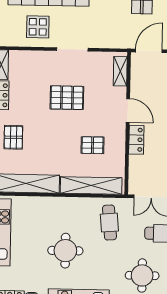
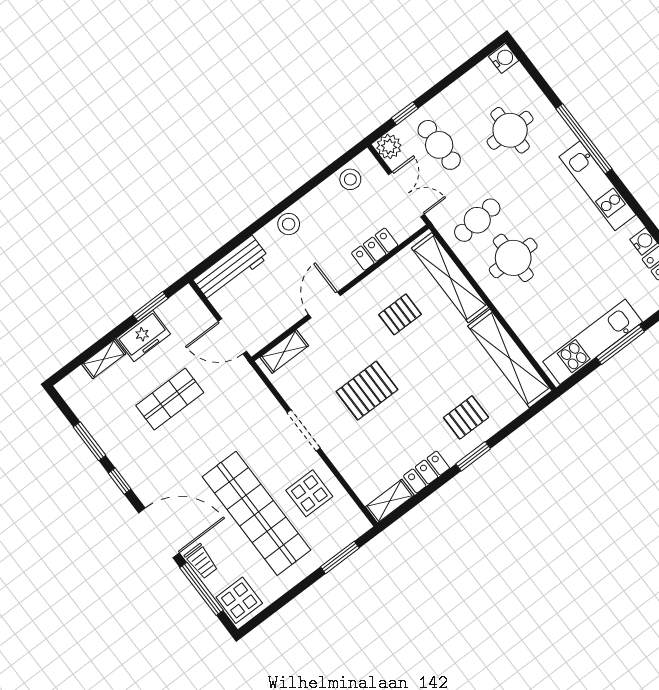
pallet: (67, 98) -> (367, 391), turned 90
locker: (136, 140) -> (375, 249), moved
pallet: (92, 145) -> (400, 314), turned 90
round table: (65, 251) -> (513, 258), moved

